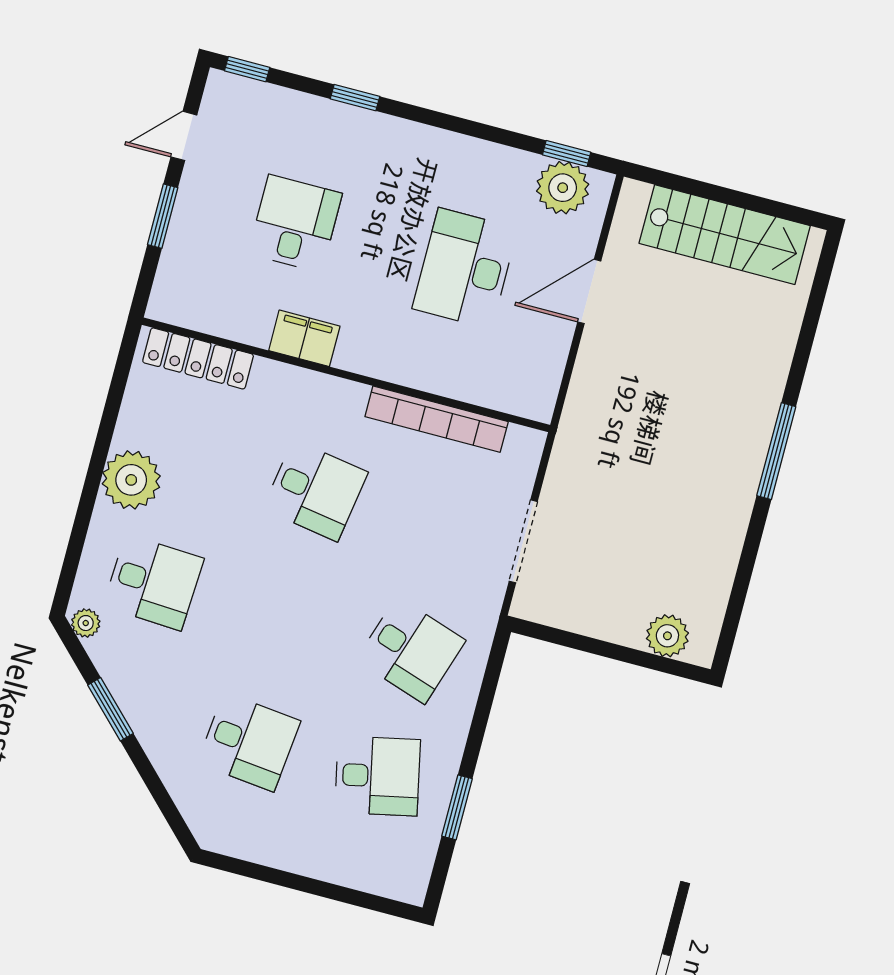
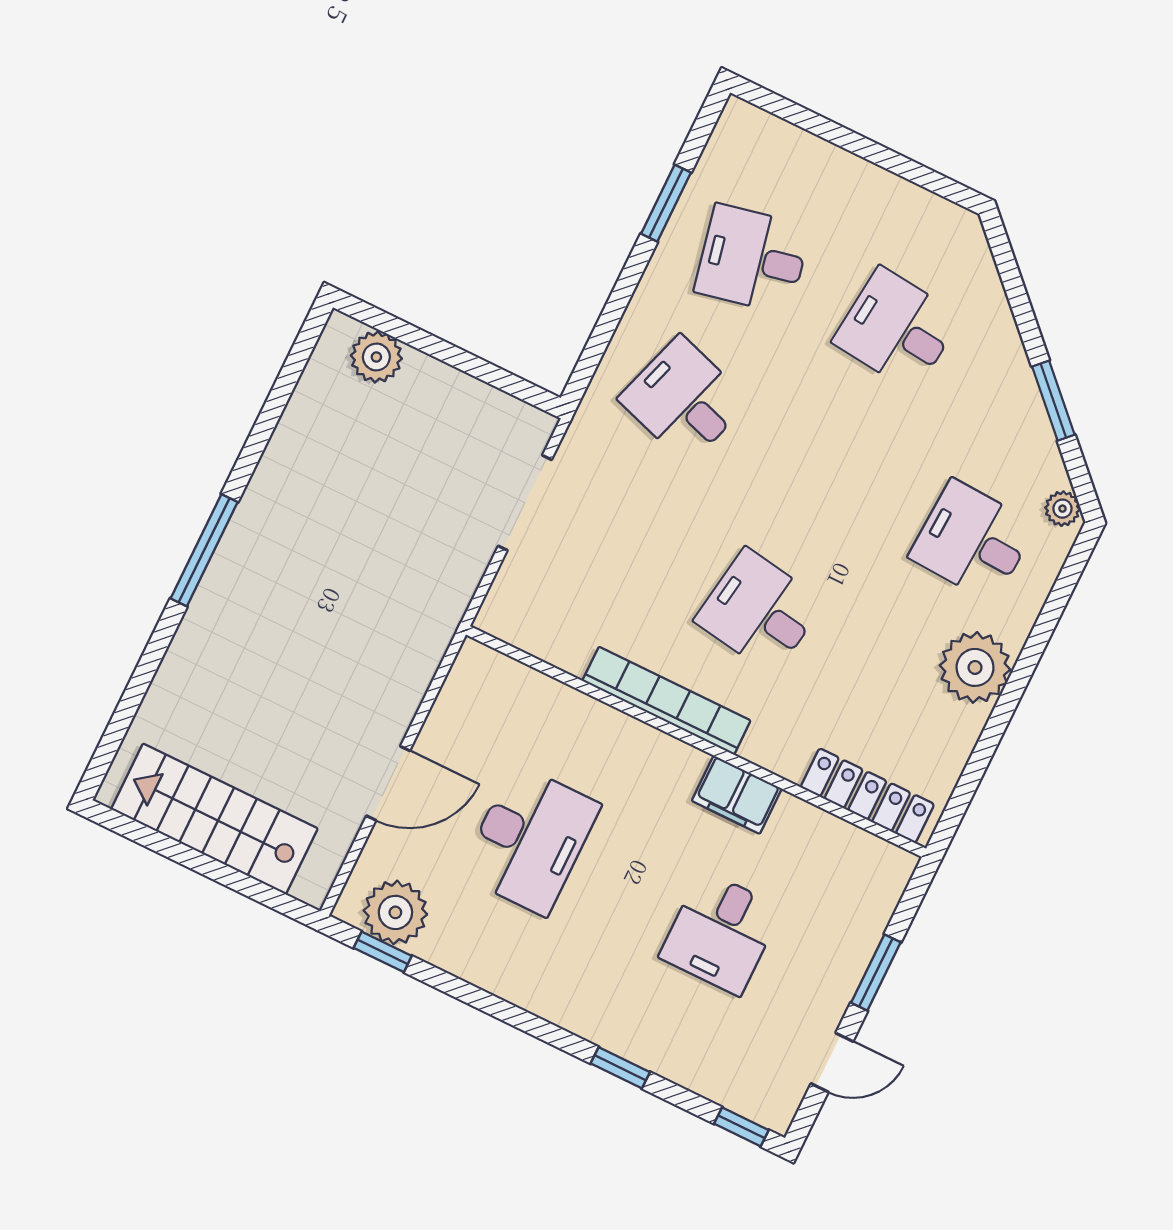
bookcase: (437, 419) -> (666, 701), moved

